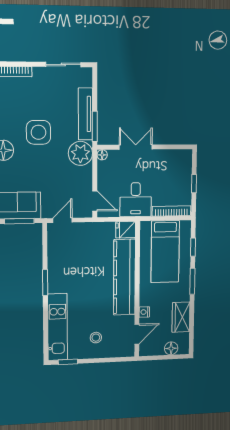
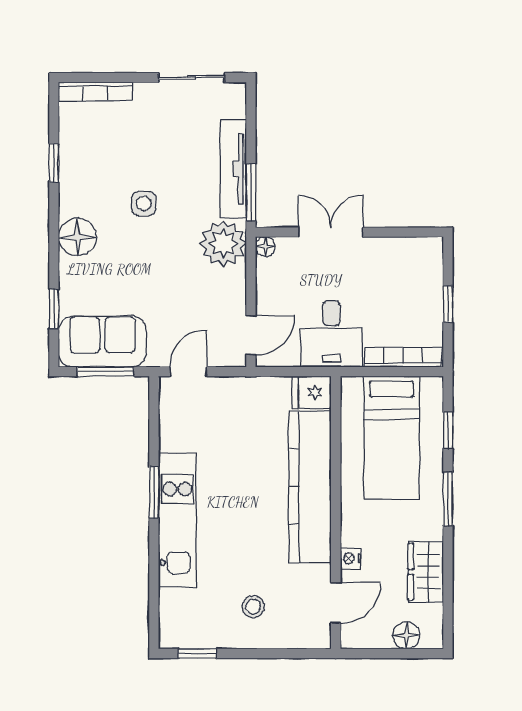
side table: (38, 132) -> (144, 203), width x0.54, depth x0.54
door: (95, 201) -> (251, 335), hinge flipped
kitchen unit: (58, 327) -> (177, 520), moved

